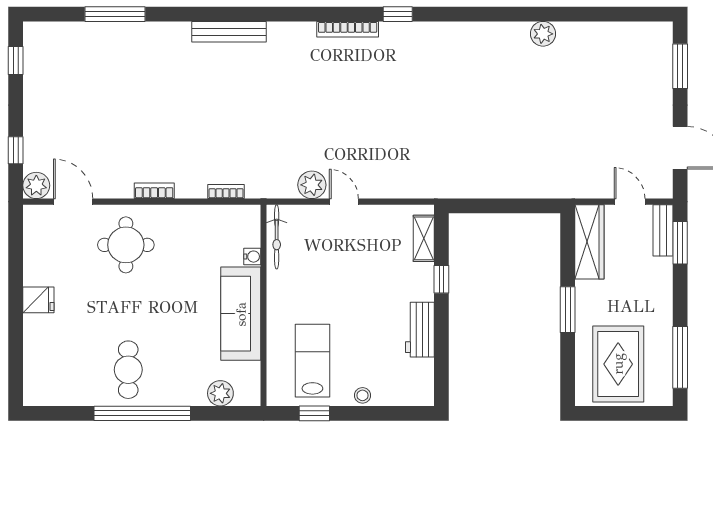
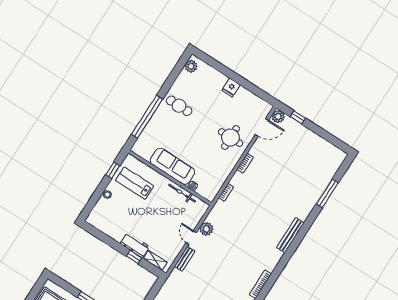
window: (16, 61) -> (334, 141), removed
bench: (388, 189) -> (185, 259), added
door: (344, 202) -> (191, 238), swing flipped
bicycle: (277, 237) -> (182, 193), moved
workbench: (420, 330) -> (135, 245), moved
lab bench: (312, 361) -> (135, 183), turned 180
plant: (220, 393) -> (191, 66), moved
window: (142, 413) -> (147, 117), moved

